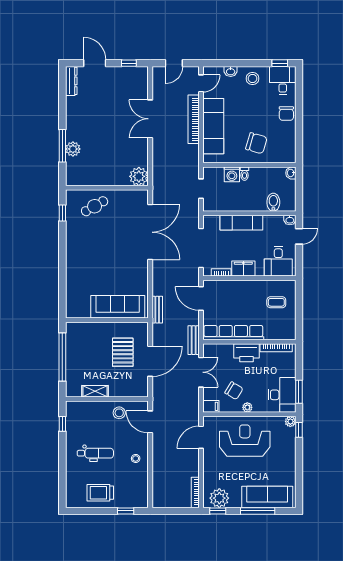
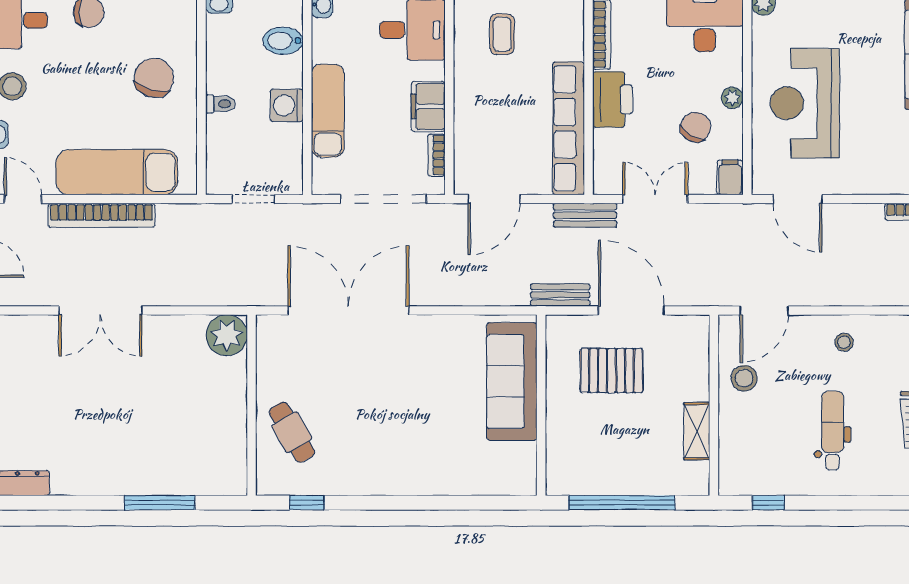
plant: (73, 149) -> (166, 479), removed
washing machine: (232, 174) -> (287, 105), moved, turned 180
bench: (157, 310) -> (560, 295), moved

